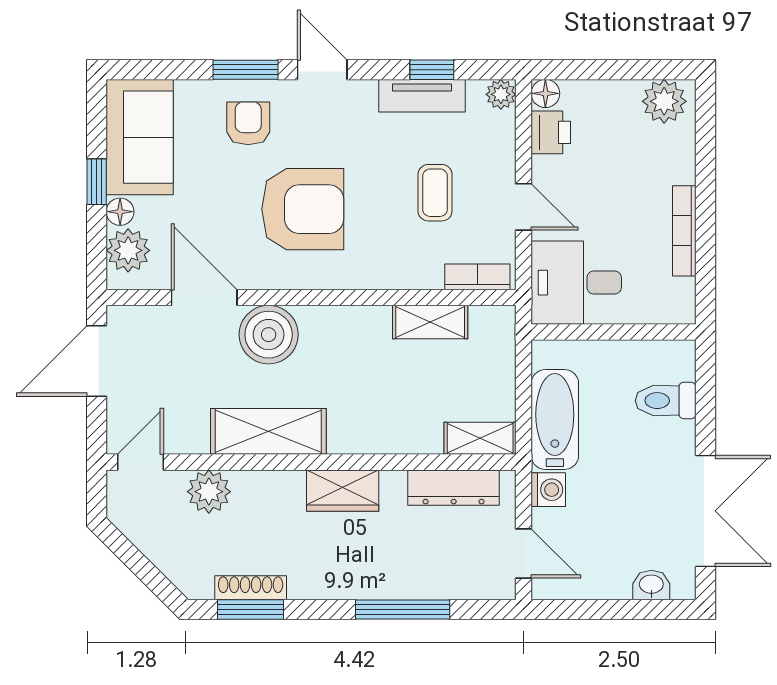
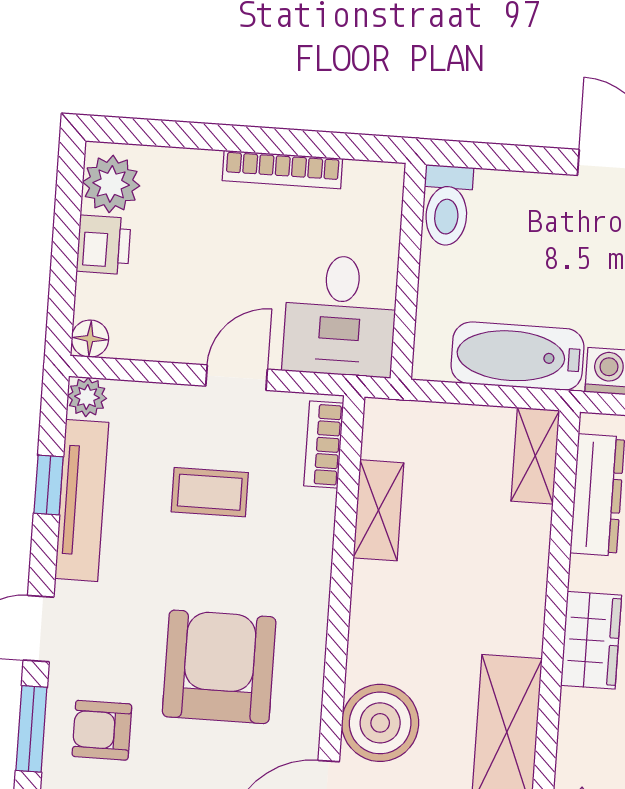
tv unit: (422, 96) -> (82, 500), width x1.41
printer: (551, 132) -> (104, 245), moved, turned 90
toilet: (666, 401) -> (447, 206), moved

